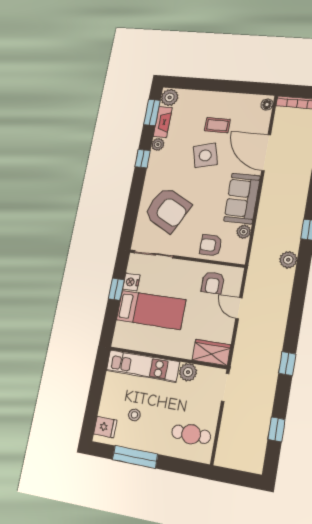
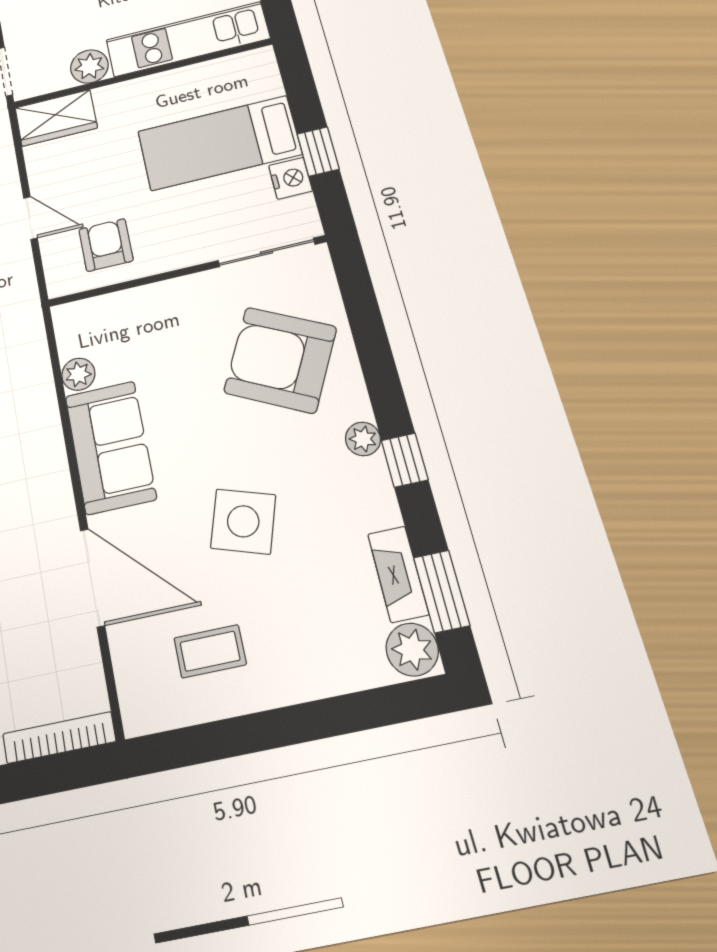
floor lamp: (267, 105) -> (136, 709), removed
coffee table: (217, 125) -> (210, 651), moved
plant: (158, 144) -> (363, 439), moved
side table: (205, 155) -> (243, 521), turned 33
armchair: (211, 245) -> (142, 319), removed

